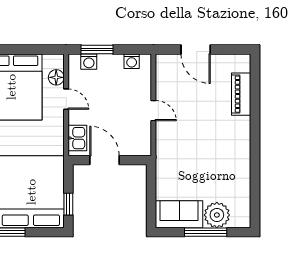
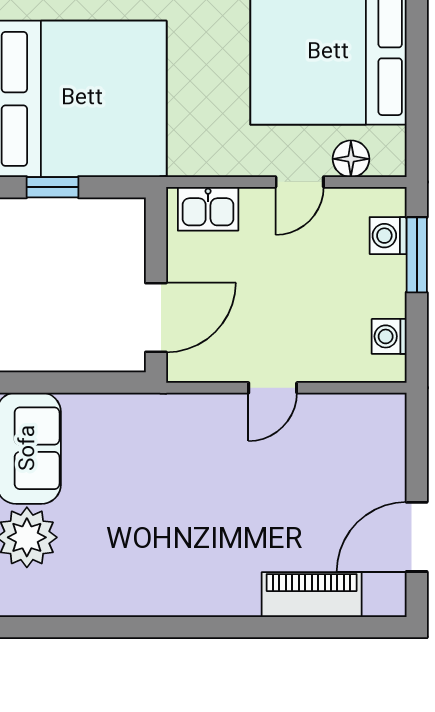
door: (196, 50) -> (417, 537), moved
door: (104, 160) -> (156, 317), moved

